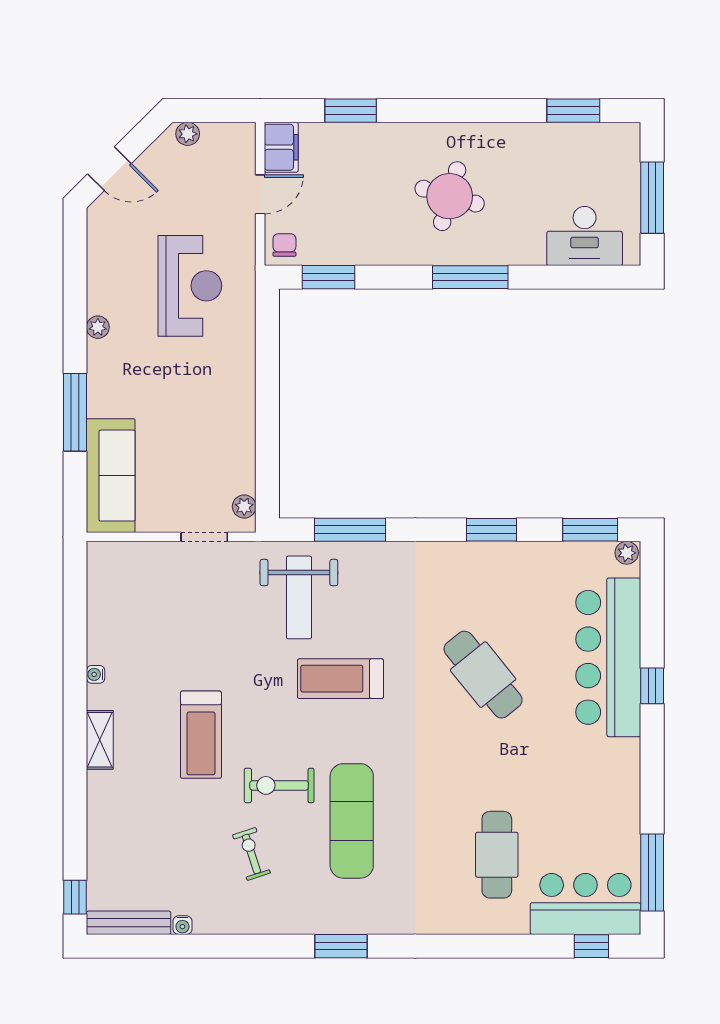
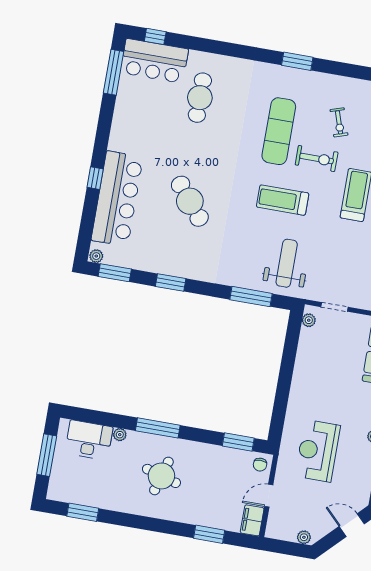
plant: (533, 254) -> (120, 435), added
treadmill: (340, 679) -> (283, 200), moved, turned 180

